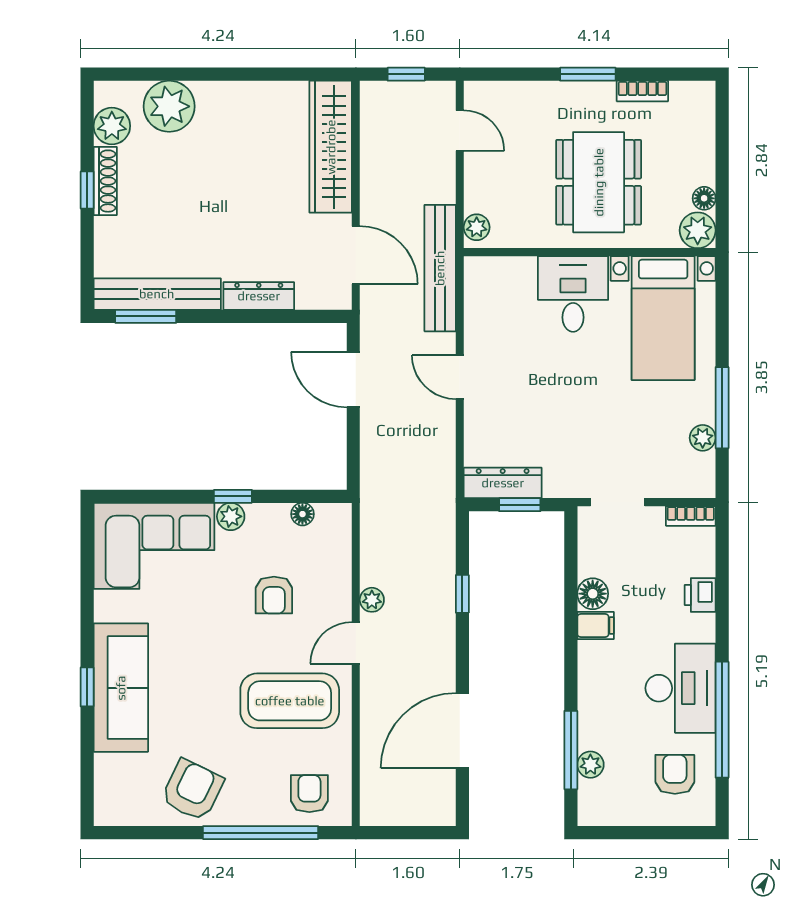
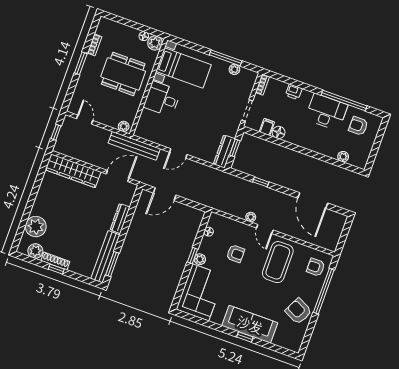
door: (460, 131) -> (85, 120), hinge flipped
filing cabinet: (596, 626) -> (267, 127), moved
window: (571, 750) -> (335, 162), removed

